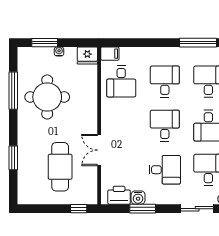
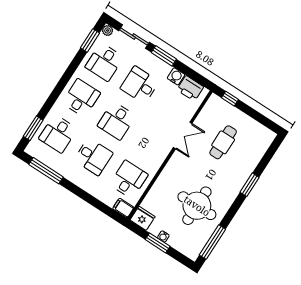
window: (45, 43) -> (158, 243), moved
desk: (165, 81) -> (93, 157), turned -90
window: (13, 91) -> (212, 242), moved
window: (13, 158) -> (250, 185), moved
cafe table: (60, 167) -> (223, 142), width x0.73, depth x0.74
window: (143, 209) -> (164, 56), moved

